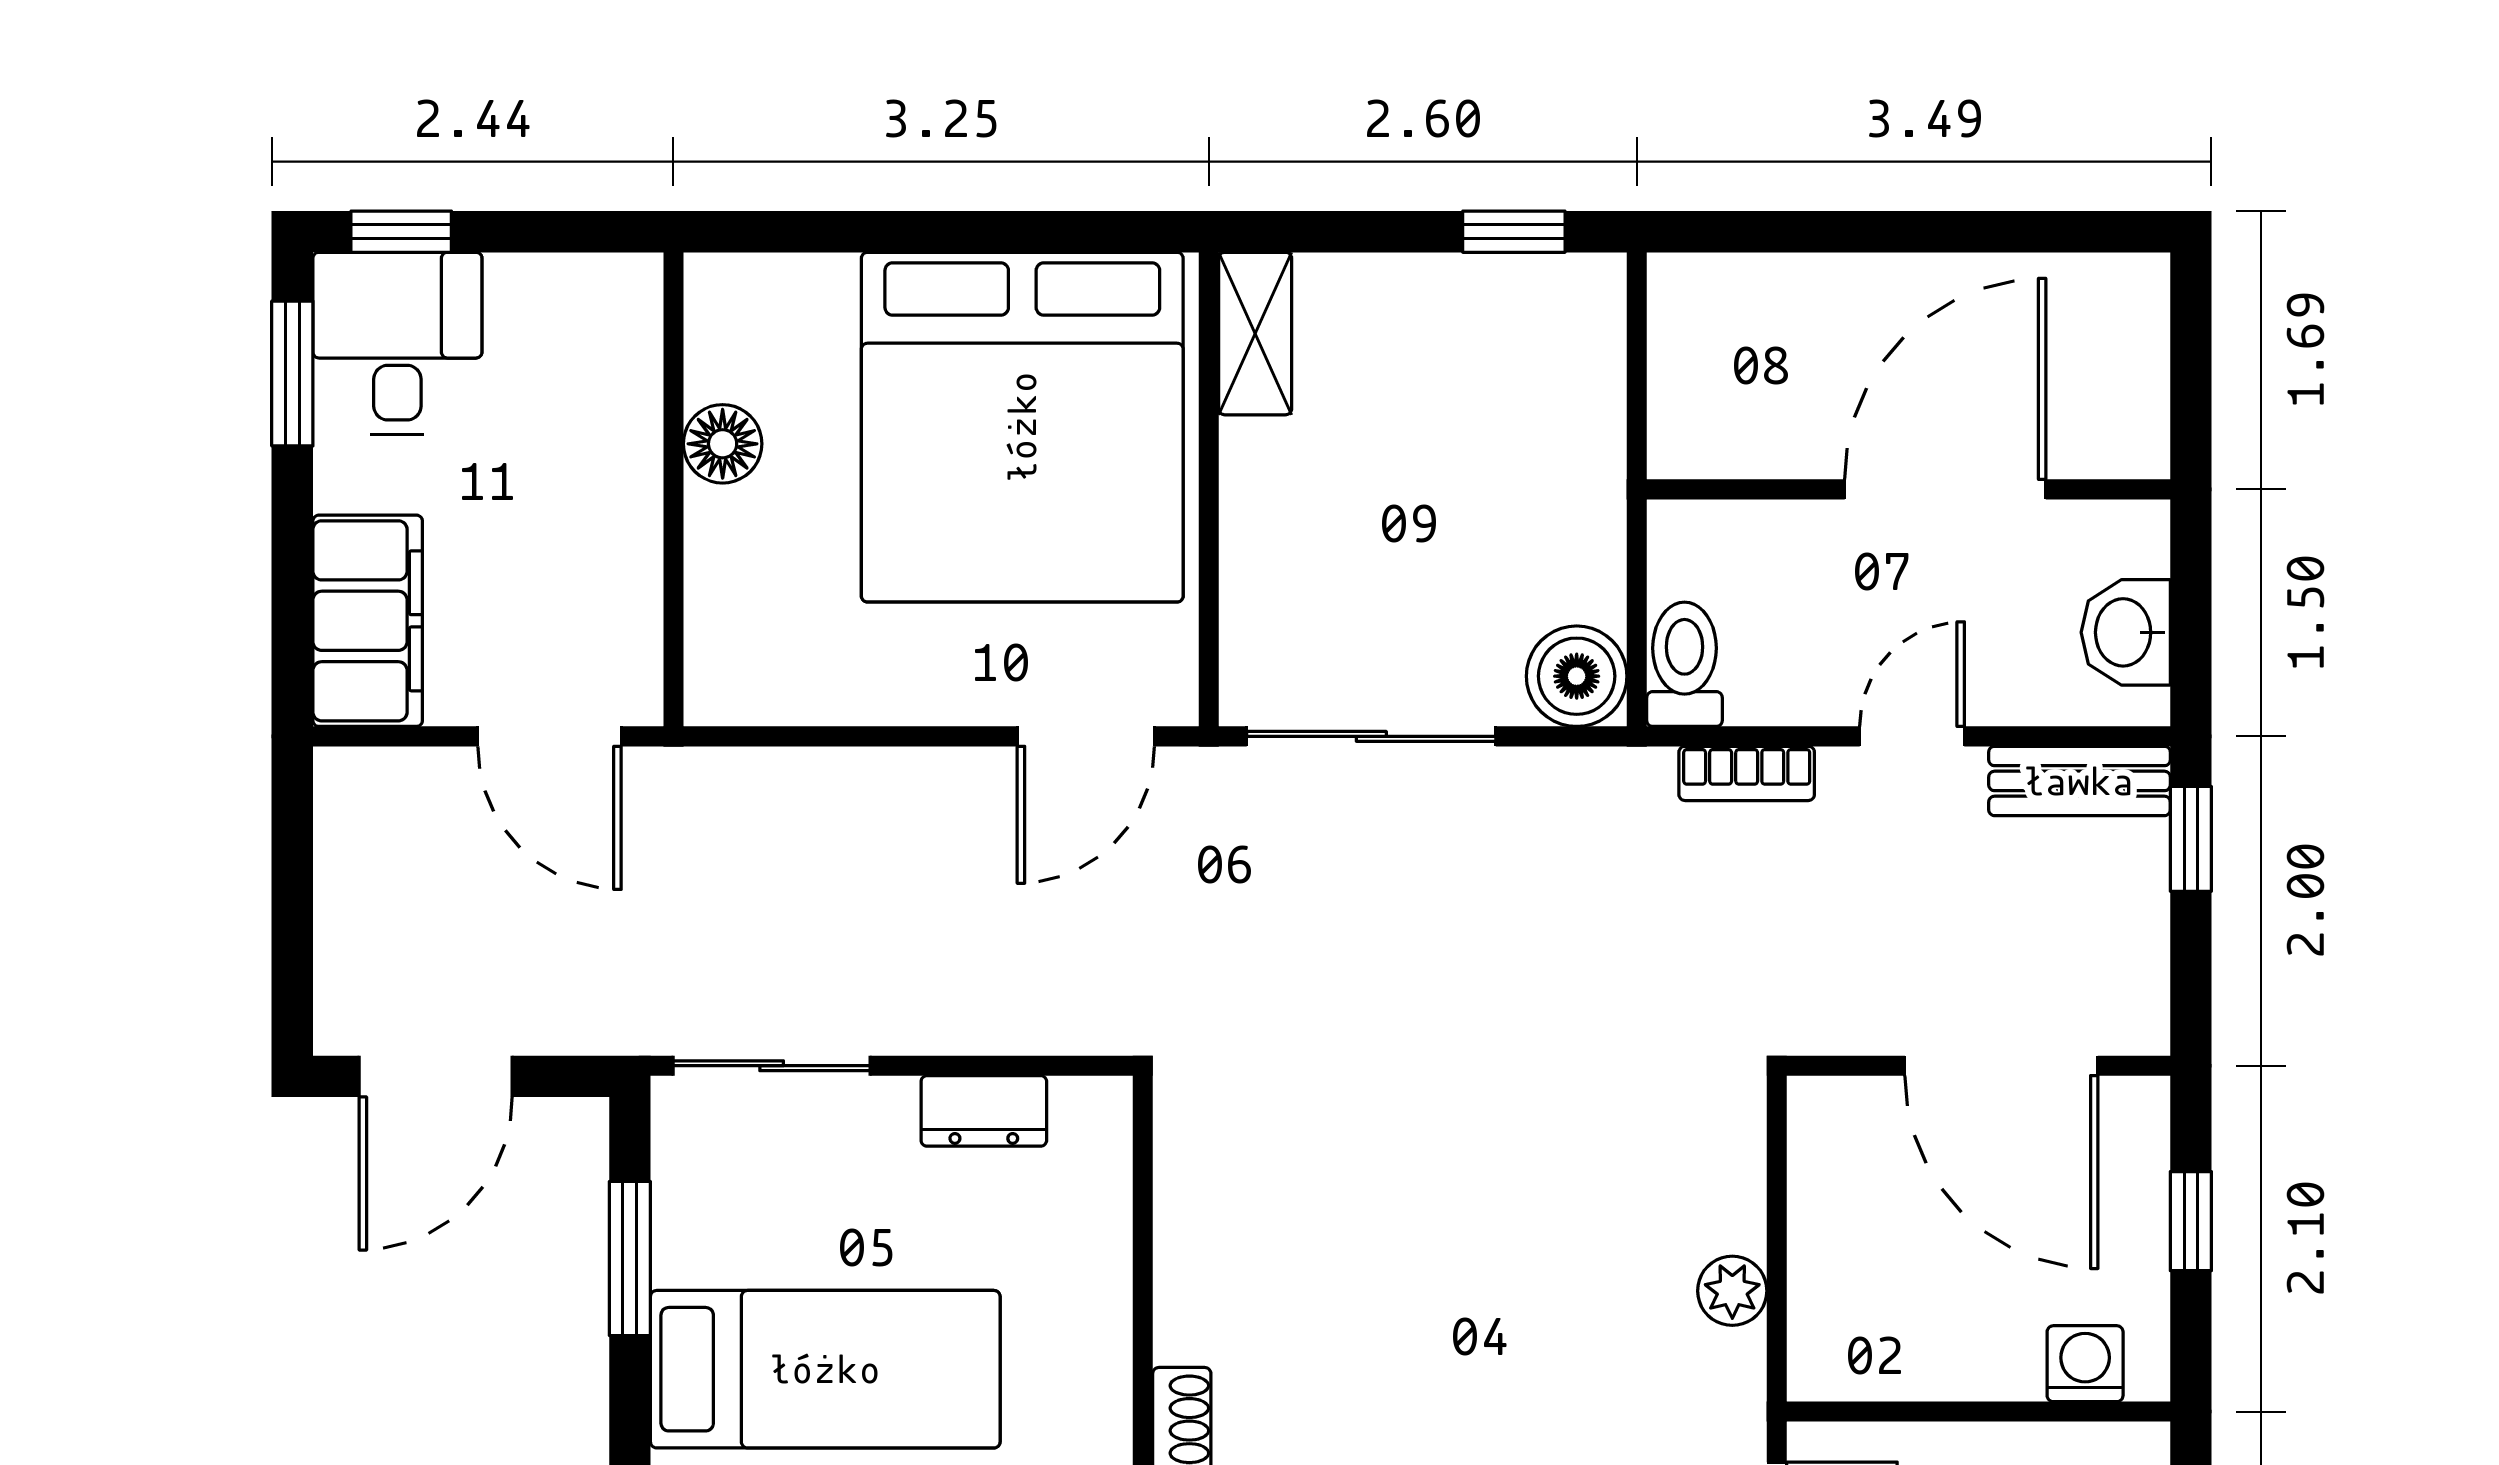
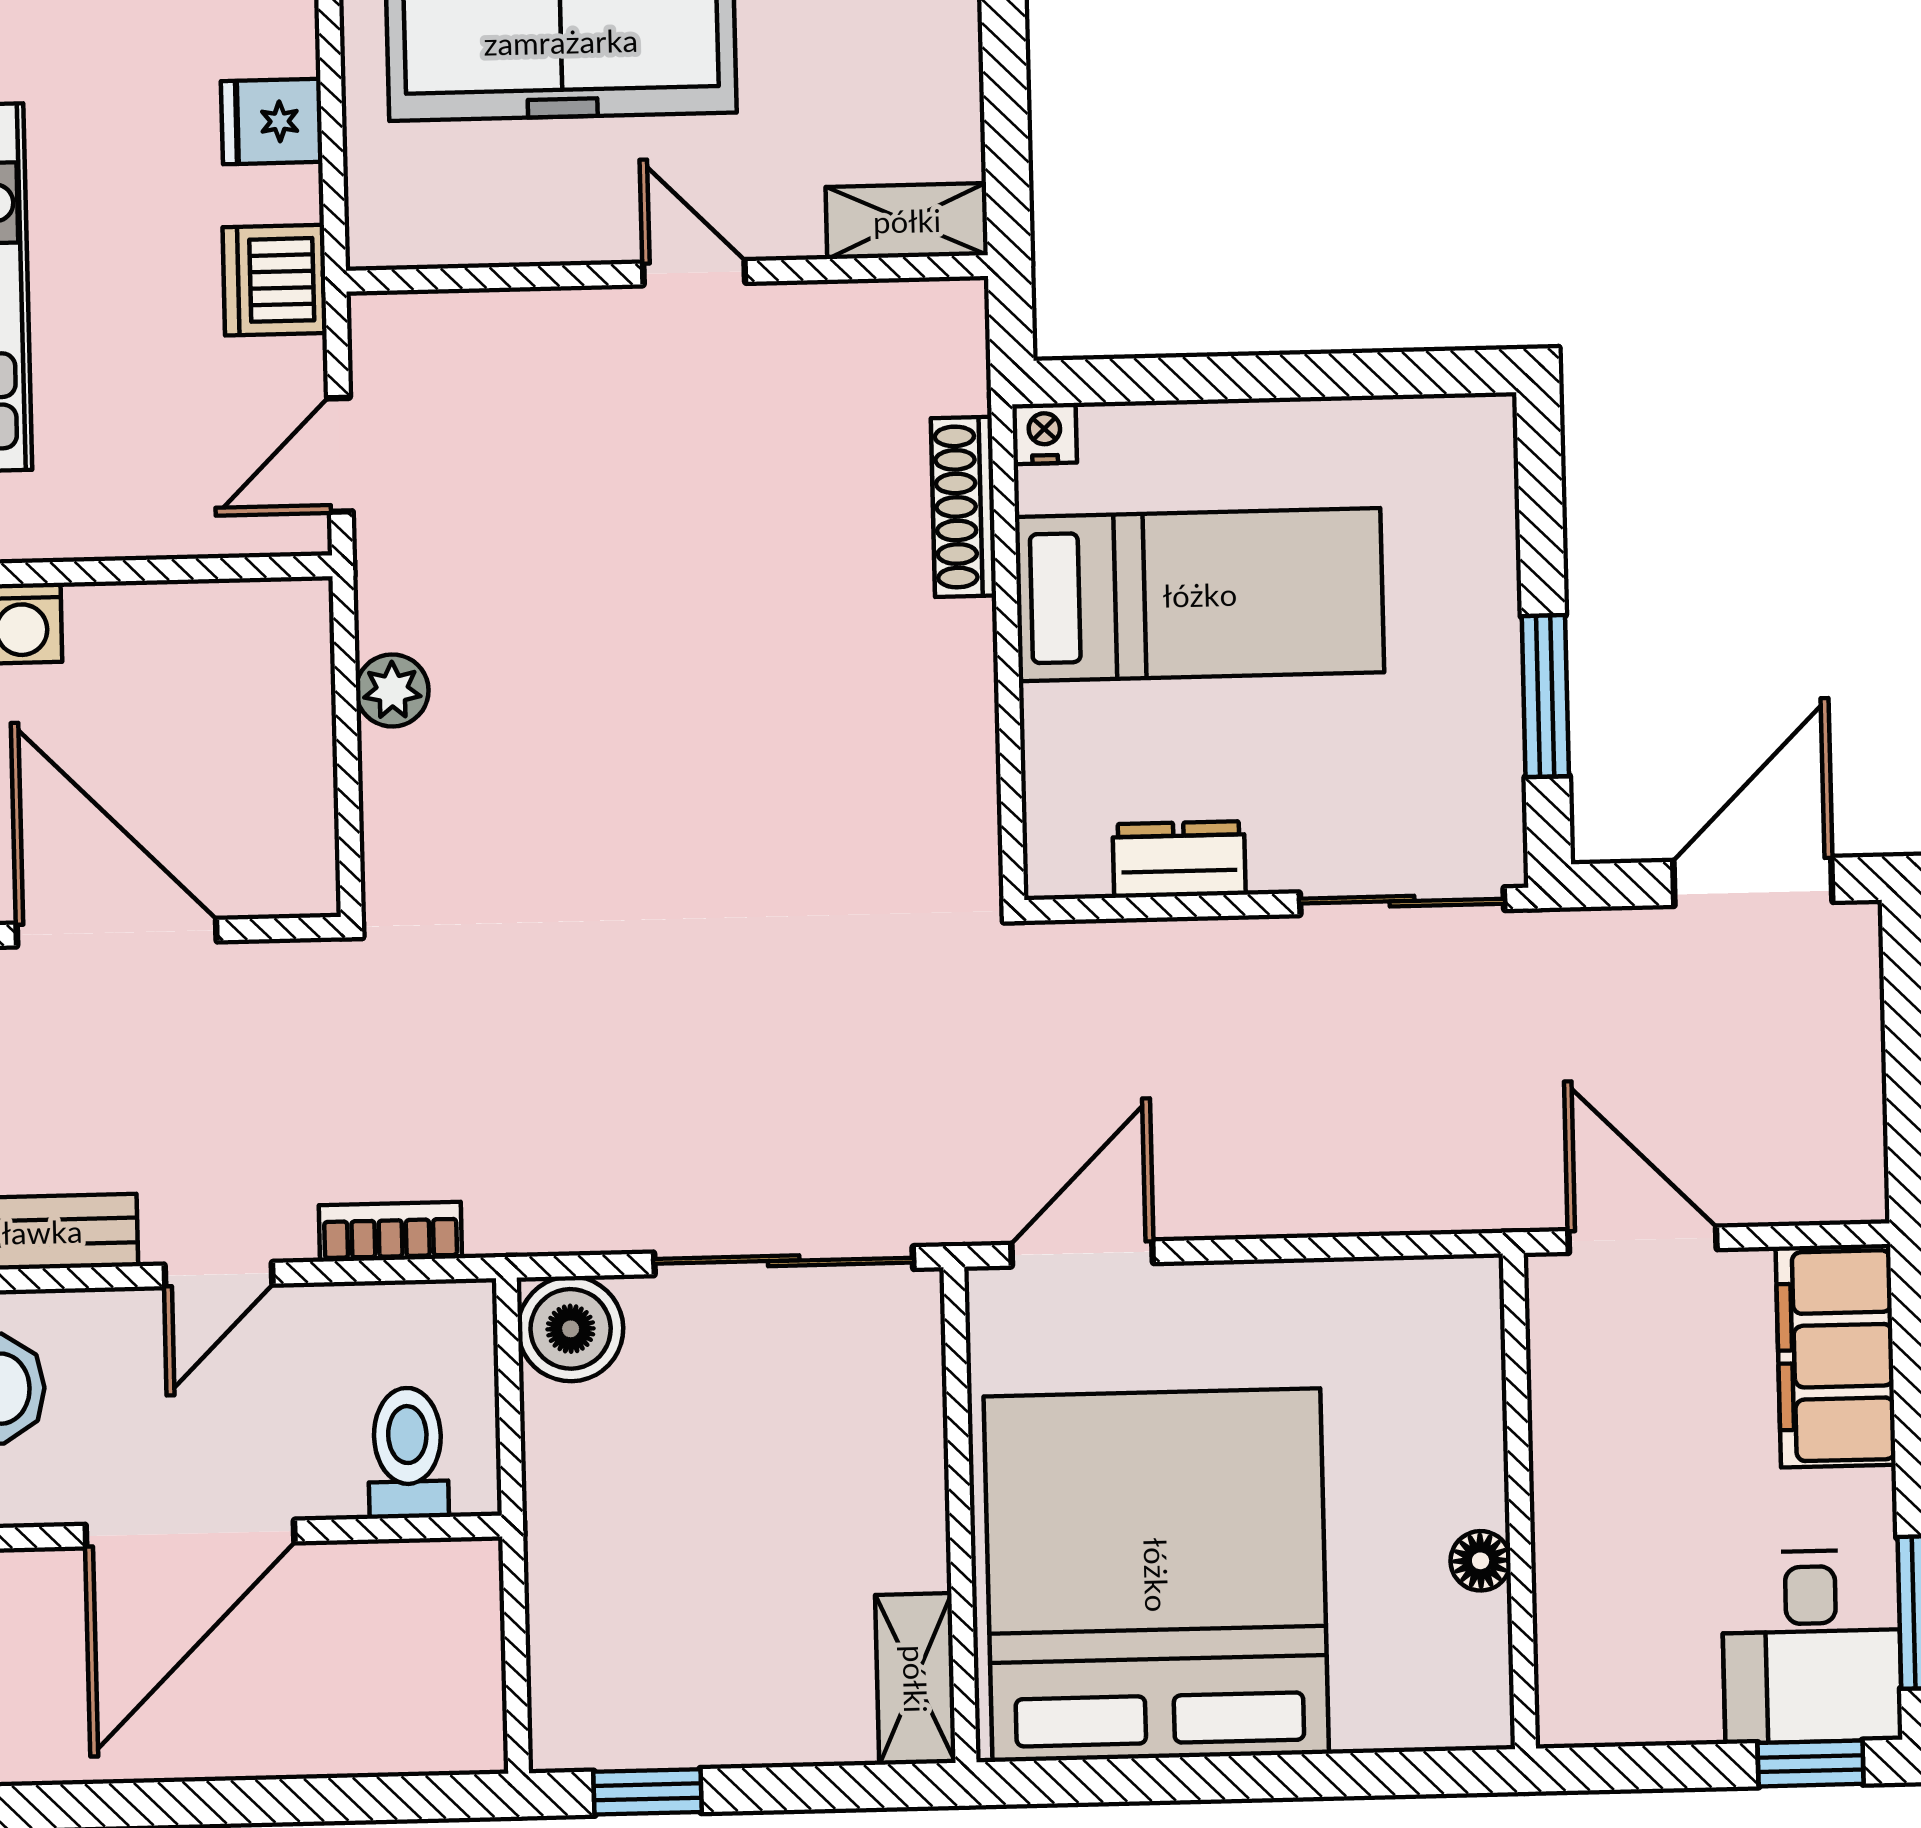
floor lamp: (723, 444) -> (1481, 1561), width x0.73, depth x0.73
toilet: (1684, 664) -> (408, 1453), moved, turned 180
bed: (825, 1369) -> (1200, 595), moved, turned 180

